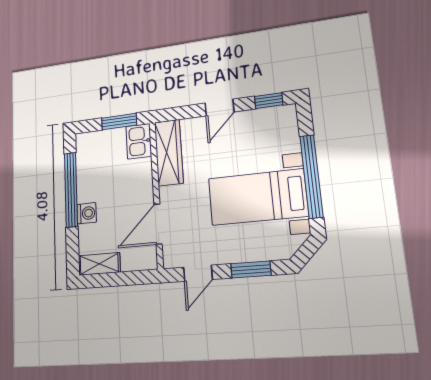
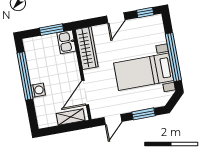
shelving: (99, 264) -> (71, 117), moved

